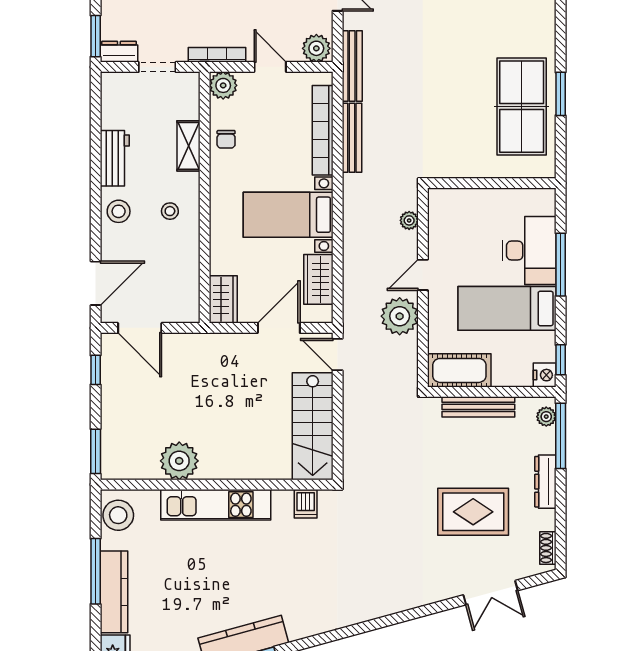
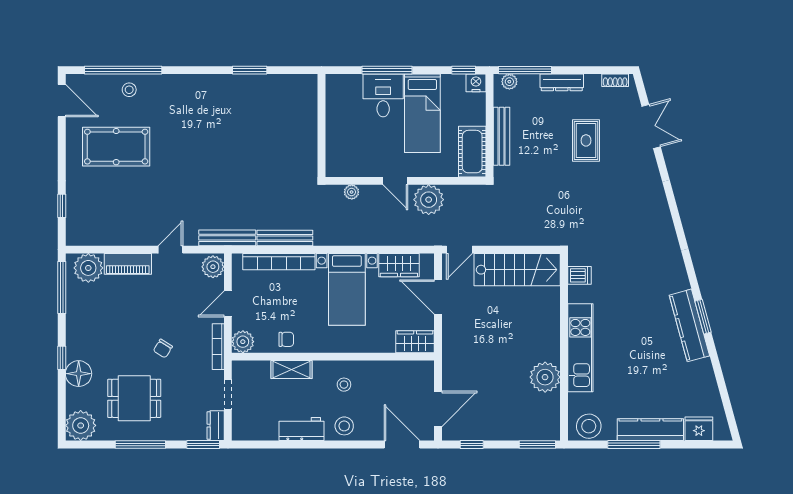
table tennis table: (522, 107) -> (260, 101), removed
desk: (529, 250) -> (383, 95), width x0.73
rug: (473, 512) -> (586, 140), width x0.73, depth x0.70

